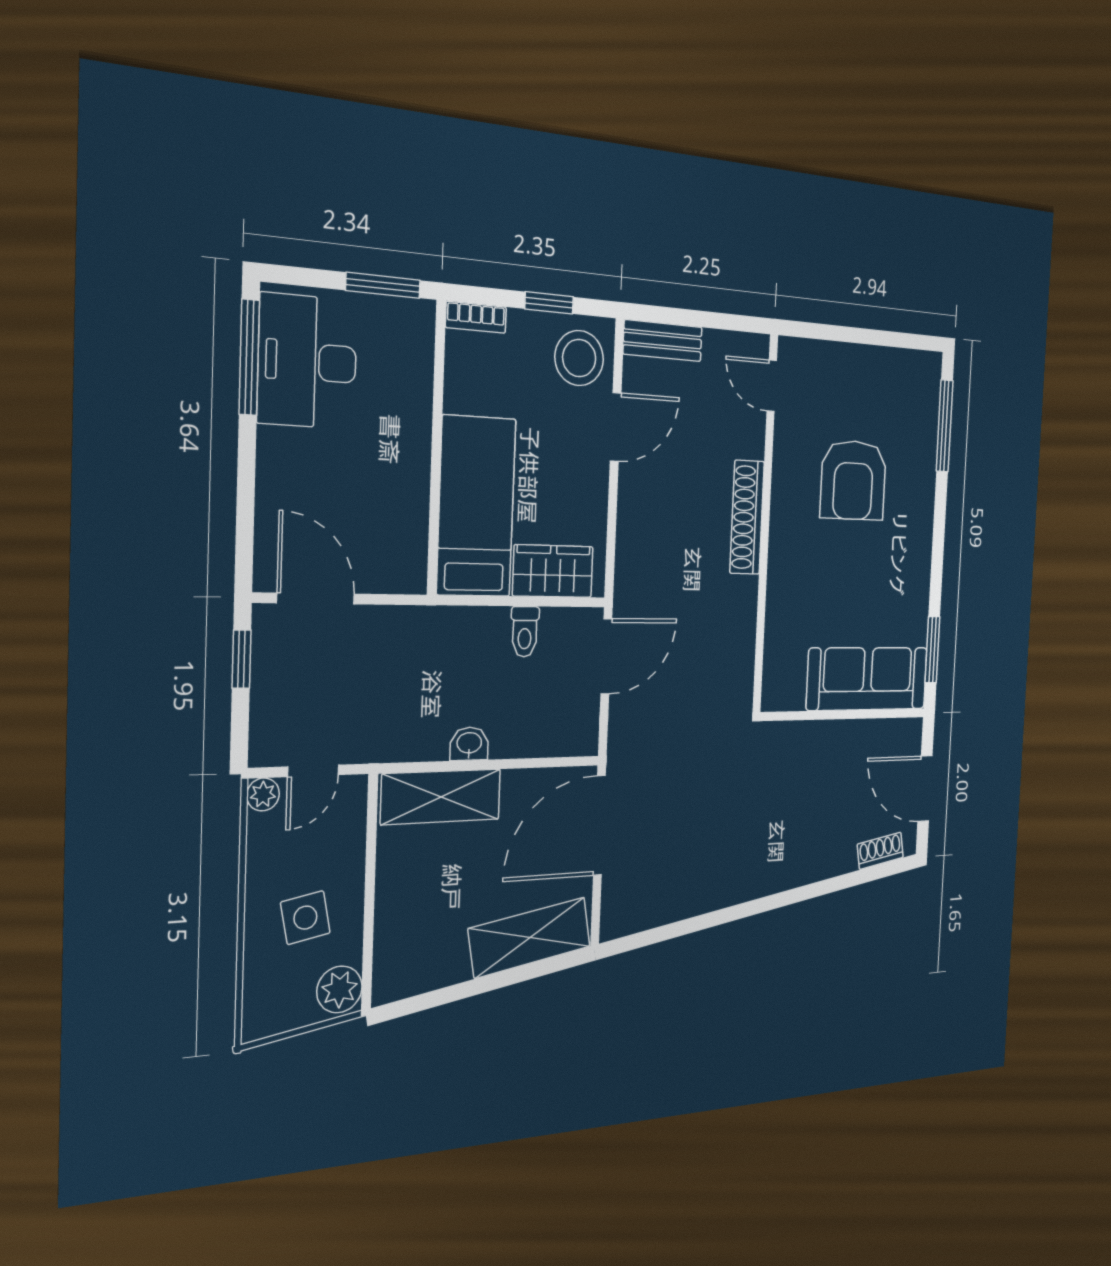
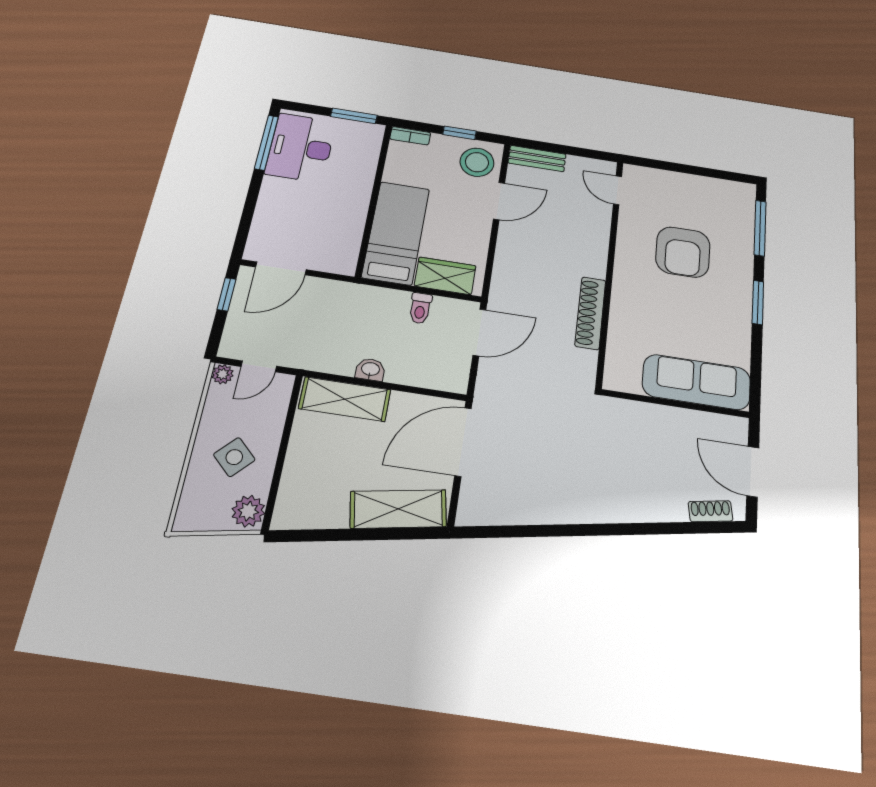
shoe rack: (747, 517) -> (590, 313), moved
door: (316, 598) -> (281, 268), swing flipped
window: (932, 650) -> (758, 302), moved
side table: (305, 918) -> (234, 457), turned -35

